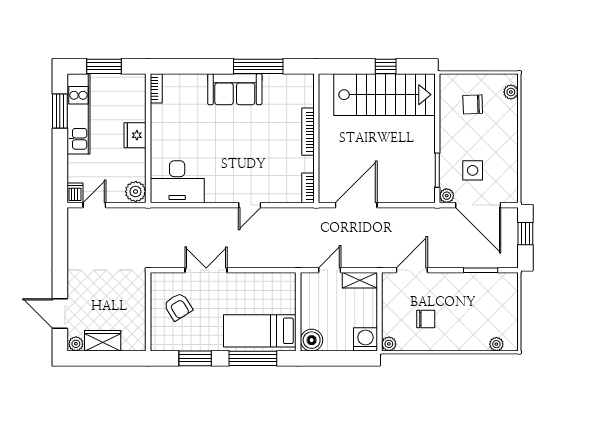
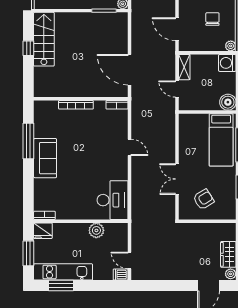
stairs: (385, 95) -> (44, 39), width x0.73, depth x0.66
fridge: (135, 135) -> (43, 231), moved
plant: (136, 192) -> (96, 230), moved

